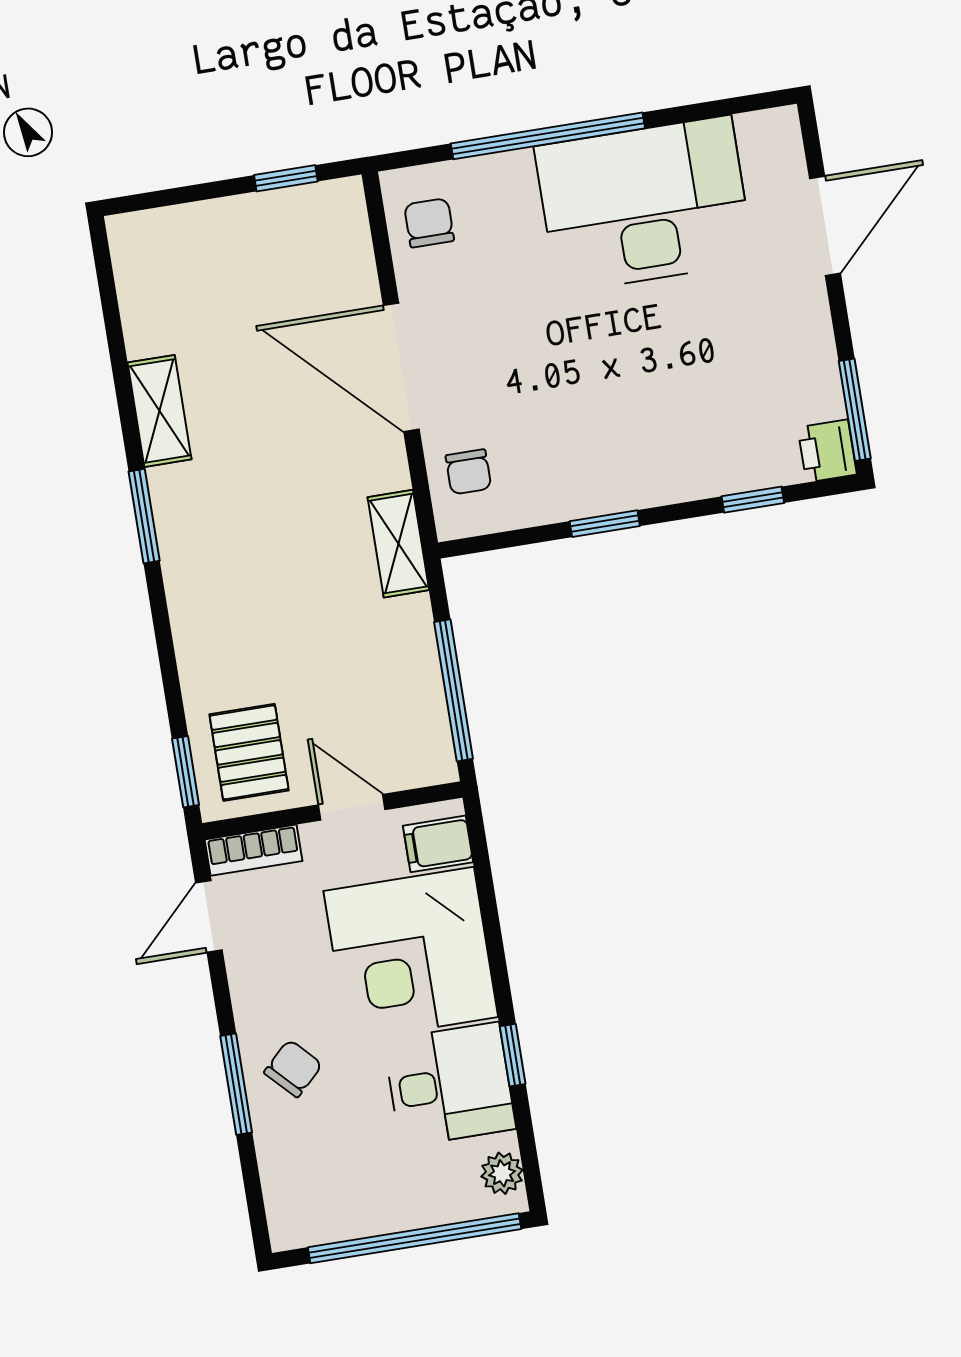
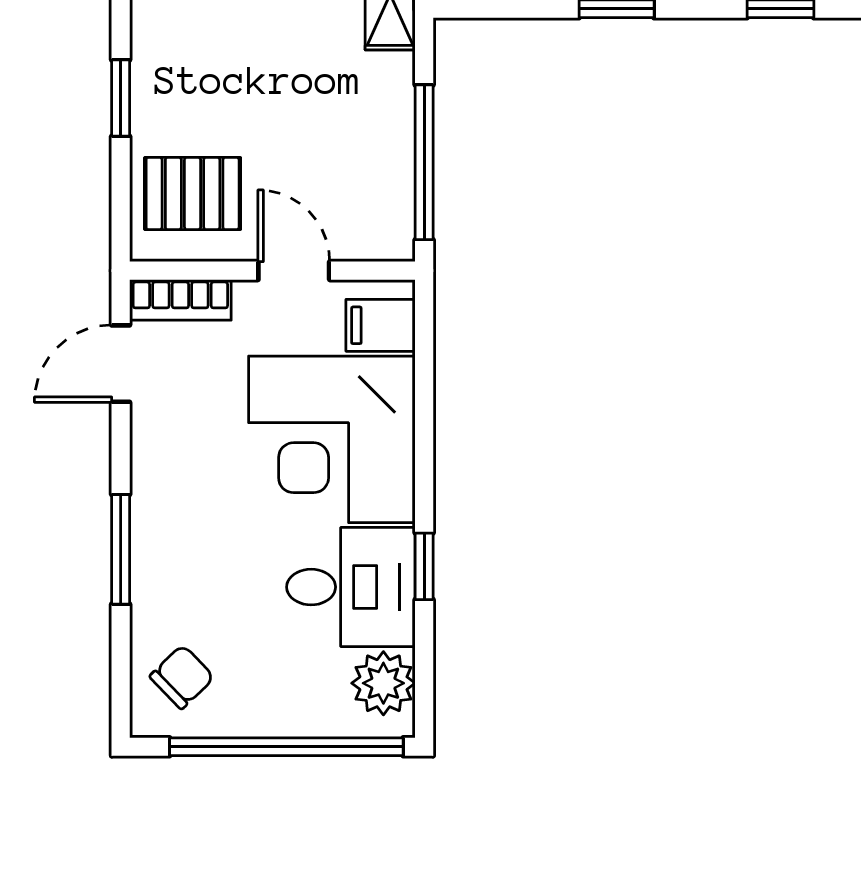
pallet: (249, 752) -> (193, 193), turned 90
window: (186, 772) -> (121, 98), moved
chair: (293, 1068) -> (182, 677), moved
plant: (502, 1173) -> (383, 683), width x1.38, depth x1.38

